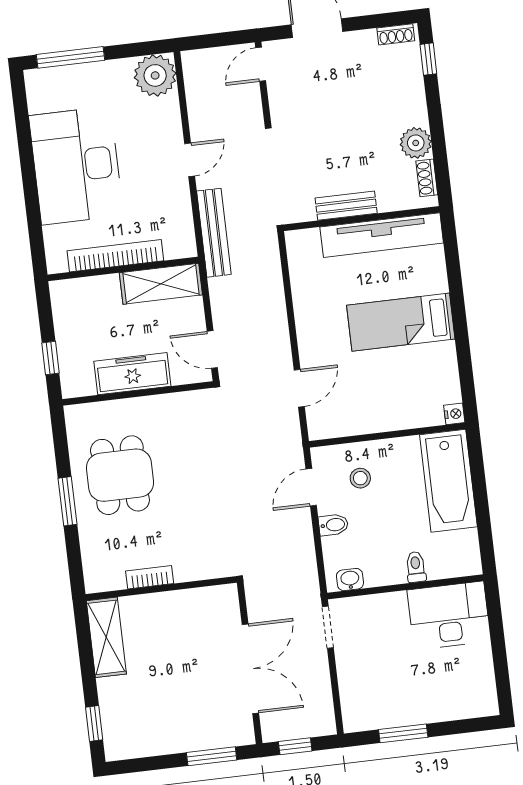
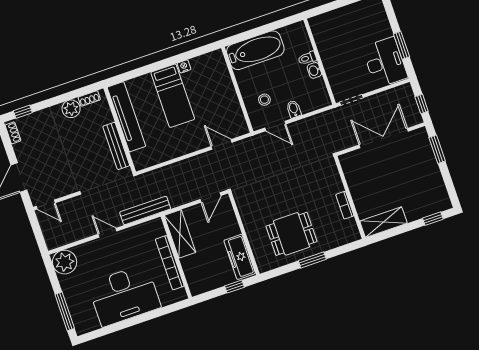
bench: (346, 206) -> (116, 146), width x1.36
freezer: (132, 374) -> (240, 257), moved
nightstand: (454, 414) -> (184, 66), moved
washbasin: (350, 580) -> (314, 70), moved
desk: (449, 615) -> (385, 62), moved, turned 180

